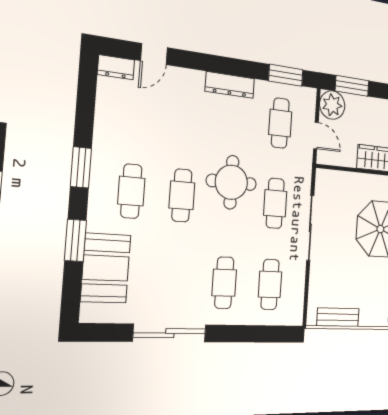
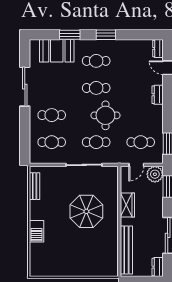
dresser: (230, 85) -> (158, 95), moved, width x0.70

